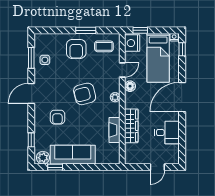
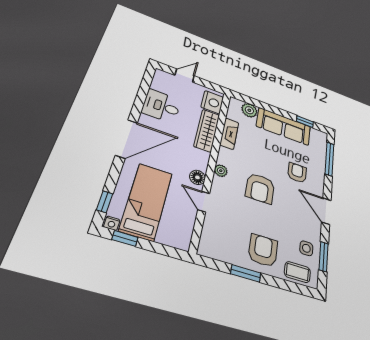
window: (140, 30) -> (125, 238), moved
nightstand: (132, 43) -> (212, 102), moved
coffee table: (104, 46) -> (297, 272), moved
door: (122, 70) -> (204, 202), hinge flipped
door: (31, 93) -> (326, 211), swing flipped
armchair: (85, 94) -> (260, 188), turned 104
window: (31, 140) -> (329, 159), width x2.17
plant: (43, 158) -> (249, 110), moved

